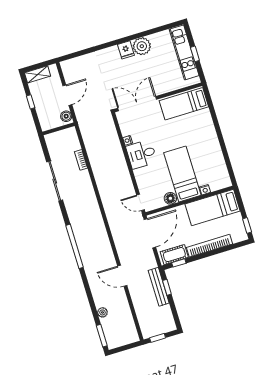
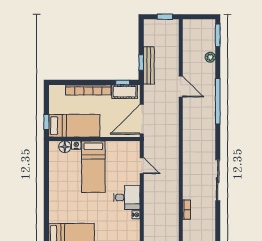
sliding door: (55, 181) -> (218, 180), moved
floor lamp: (170, 198) -> (65, 147), moved
door: (140, 202) -> (142, 166), moved
window: (247, 225) -> (46, 122), moved
window: (75, 246) -> (218, 101), moved

